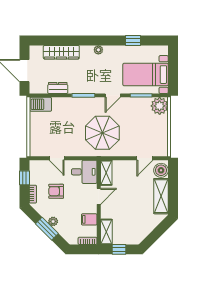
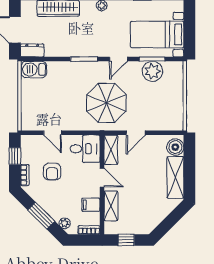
dresser: (58, 88) -> (32, 50), moved
plant: (160, 106) -> (152, 71), moved
door: (145, 158) -> (136, 133), moved
armchair: (56, 191) -> (52, 172), turned -90
door: (99, 196) -> (102, 178), hinge flipped
plant: (53, 221) -> (65, 223), moved
shelving: (106, 232) -> (111, 206), moved

